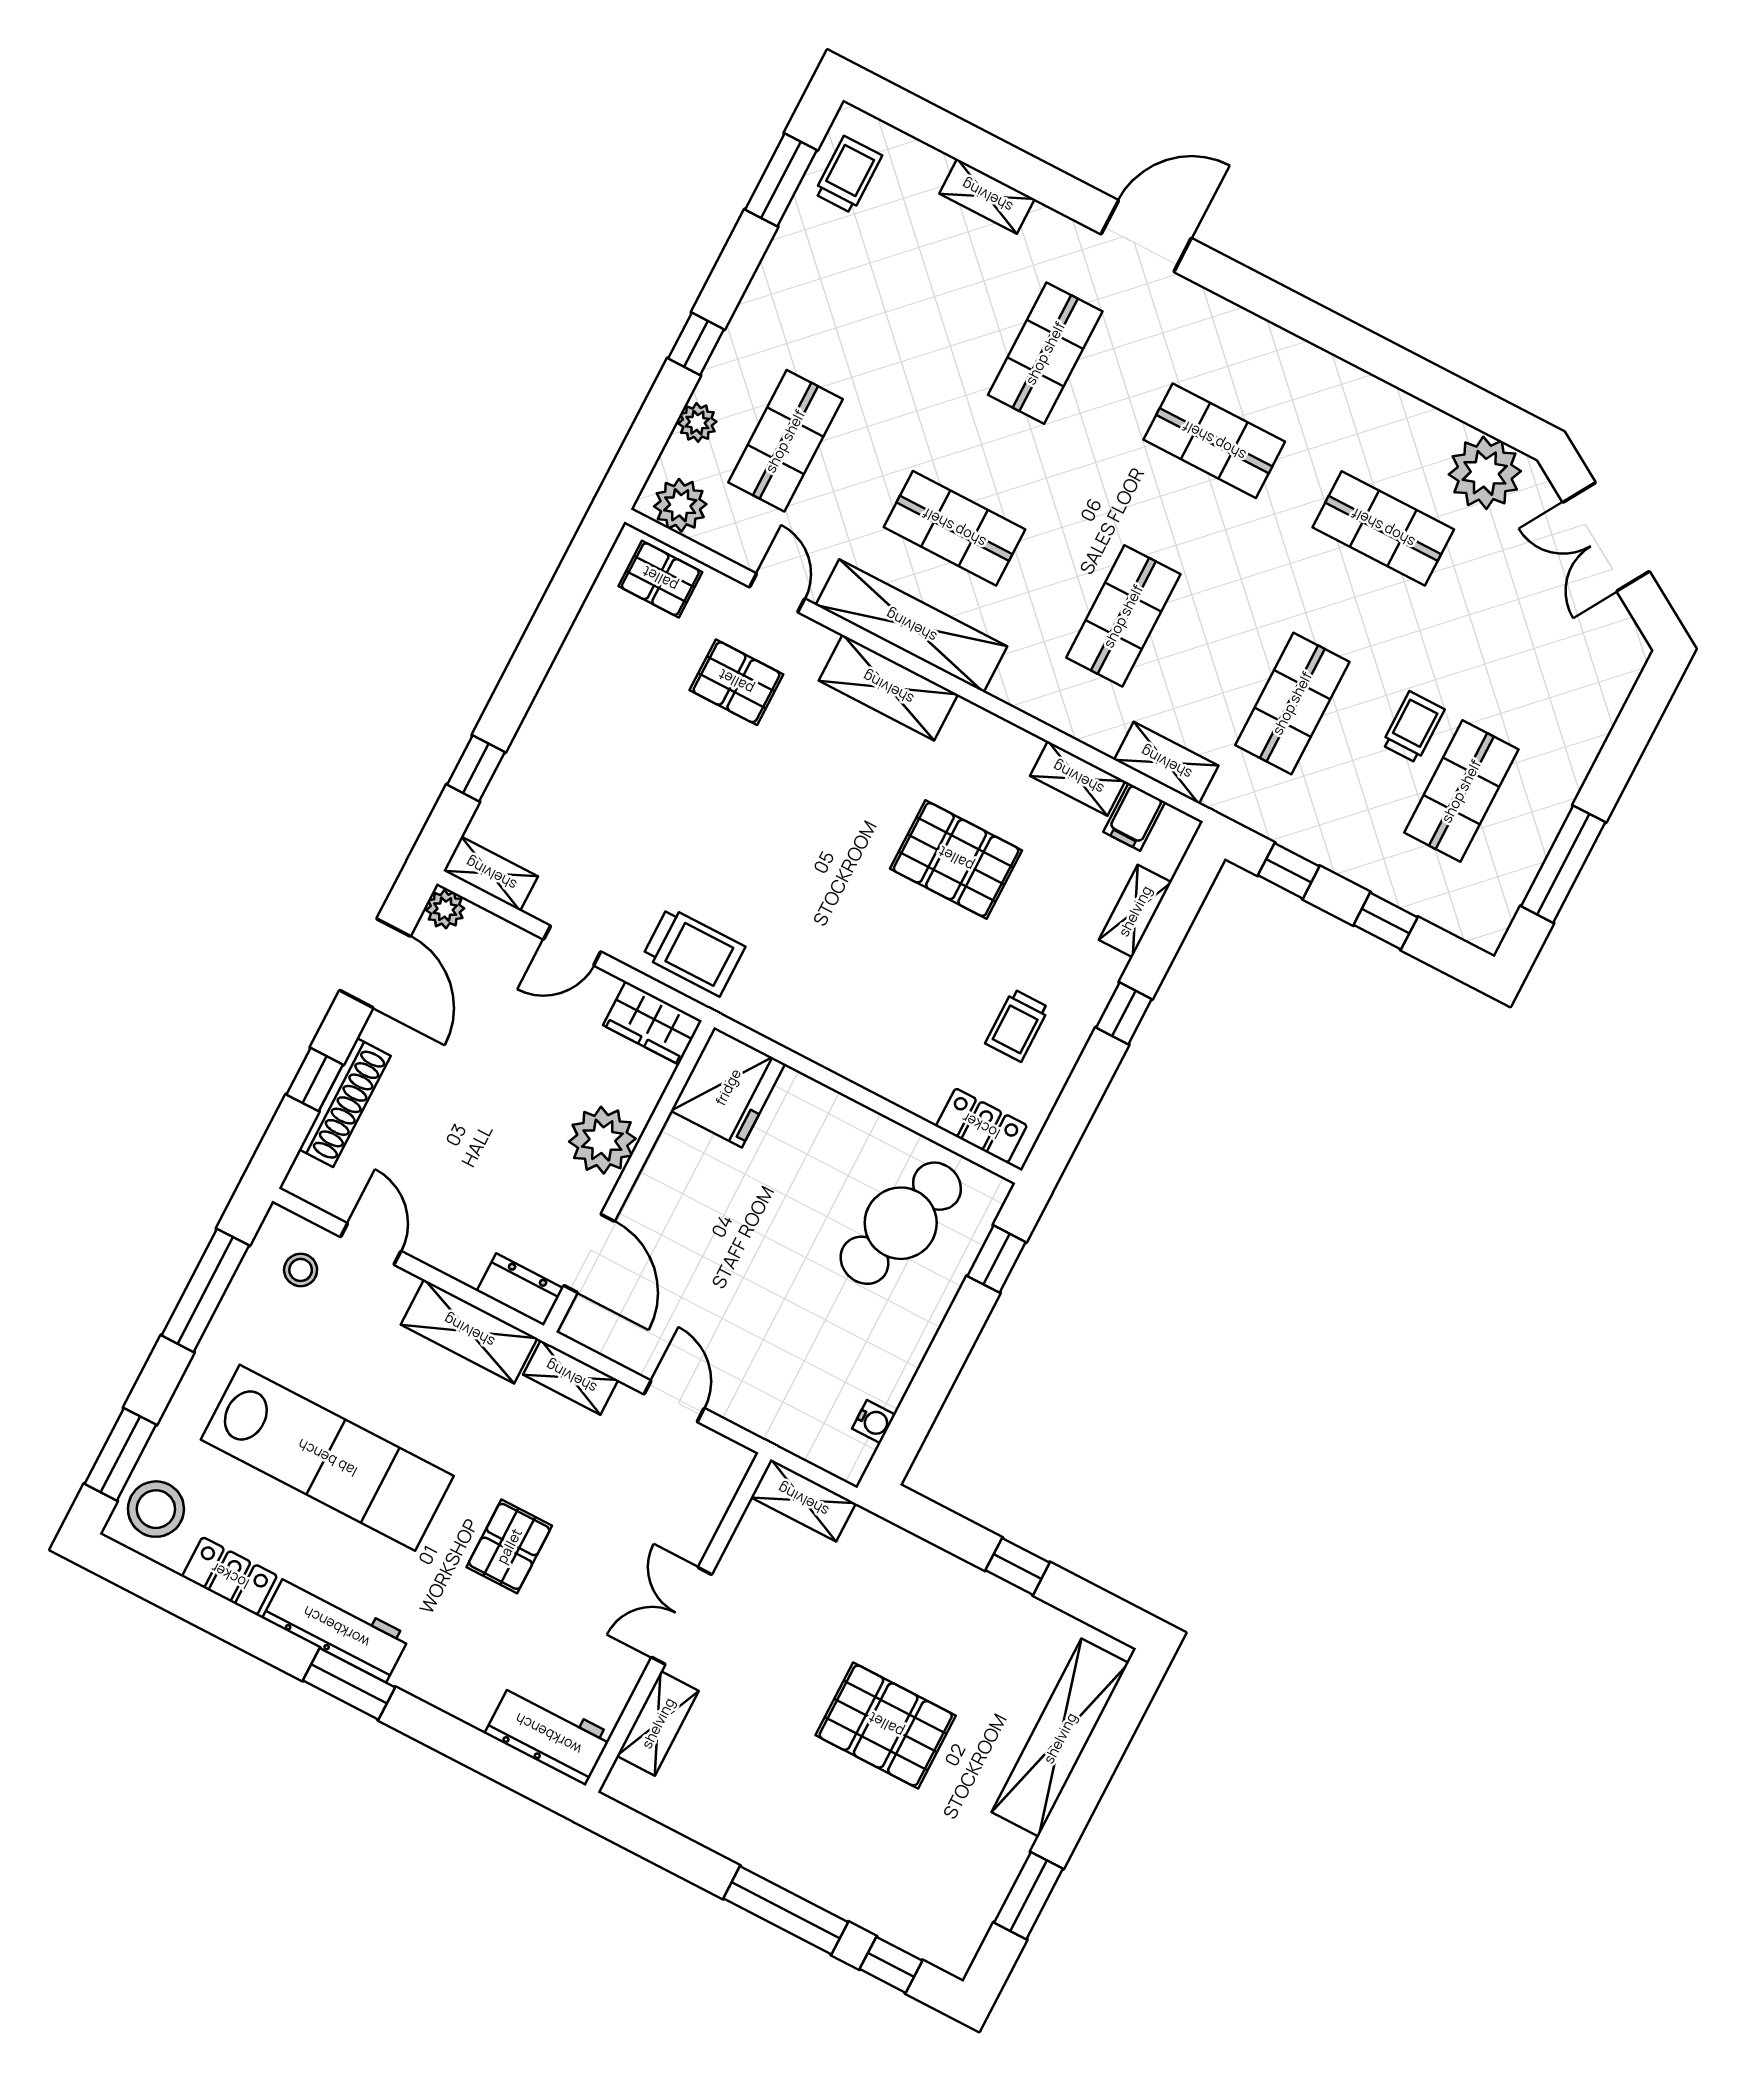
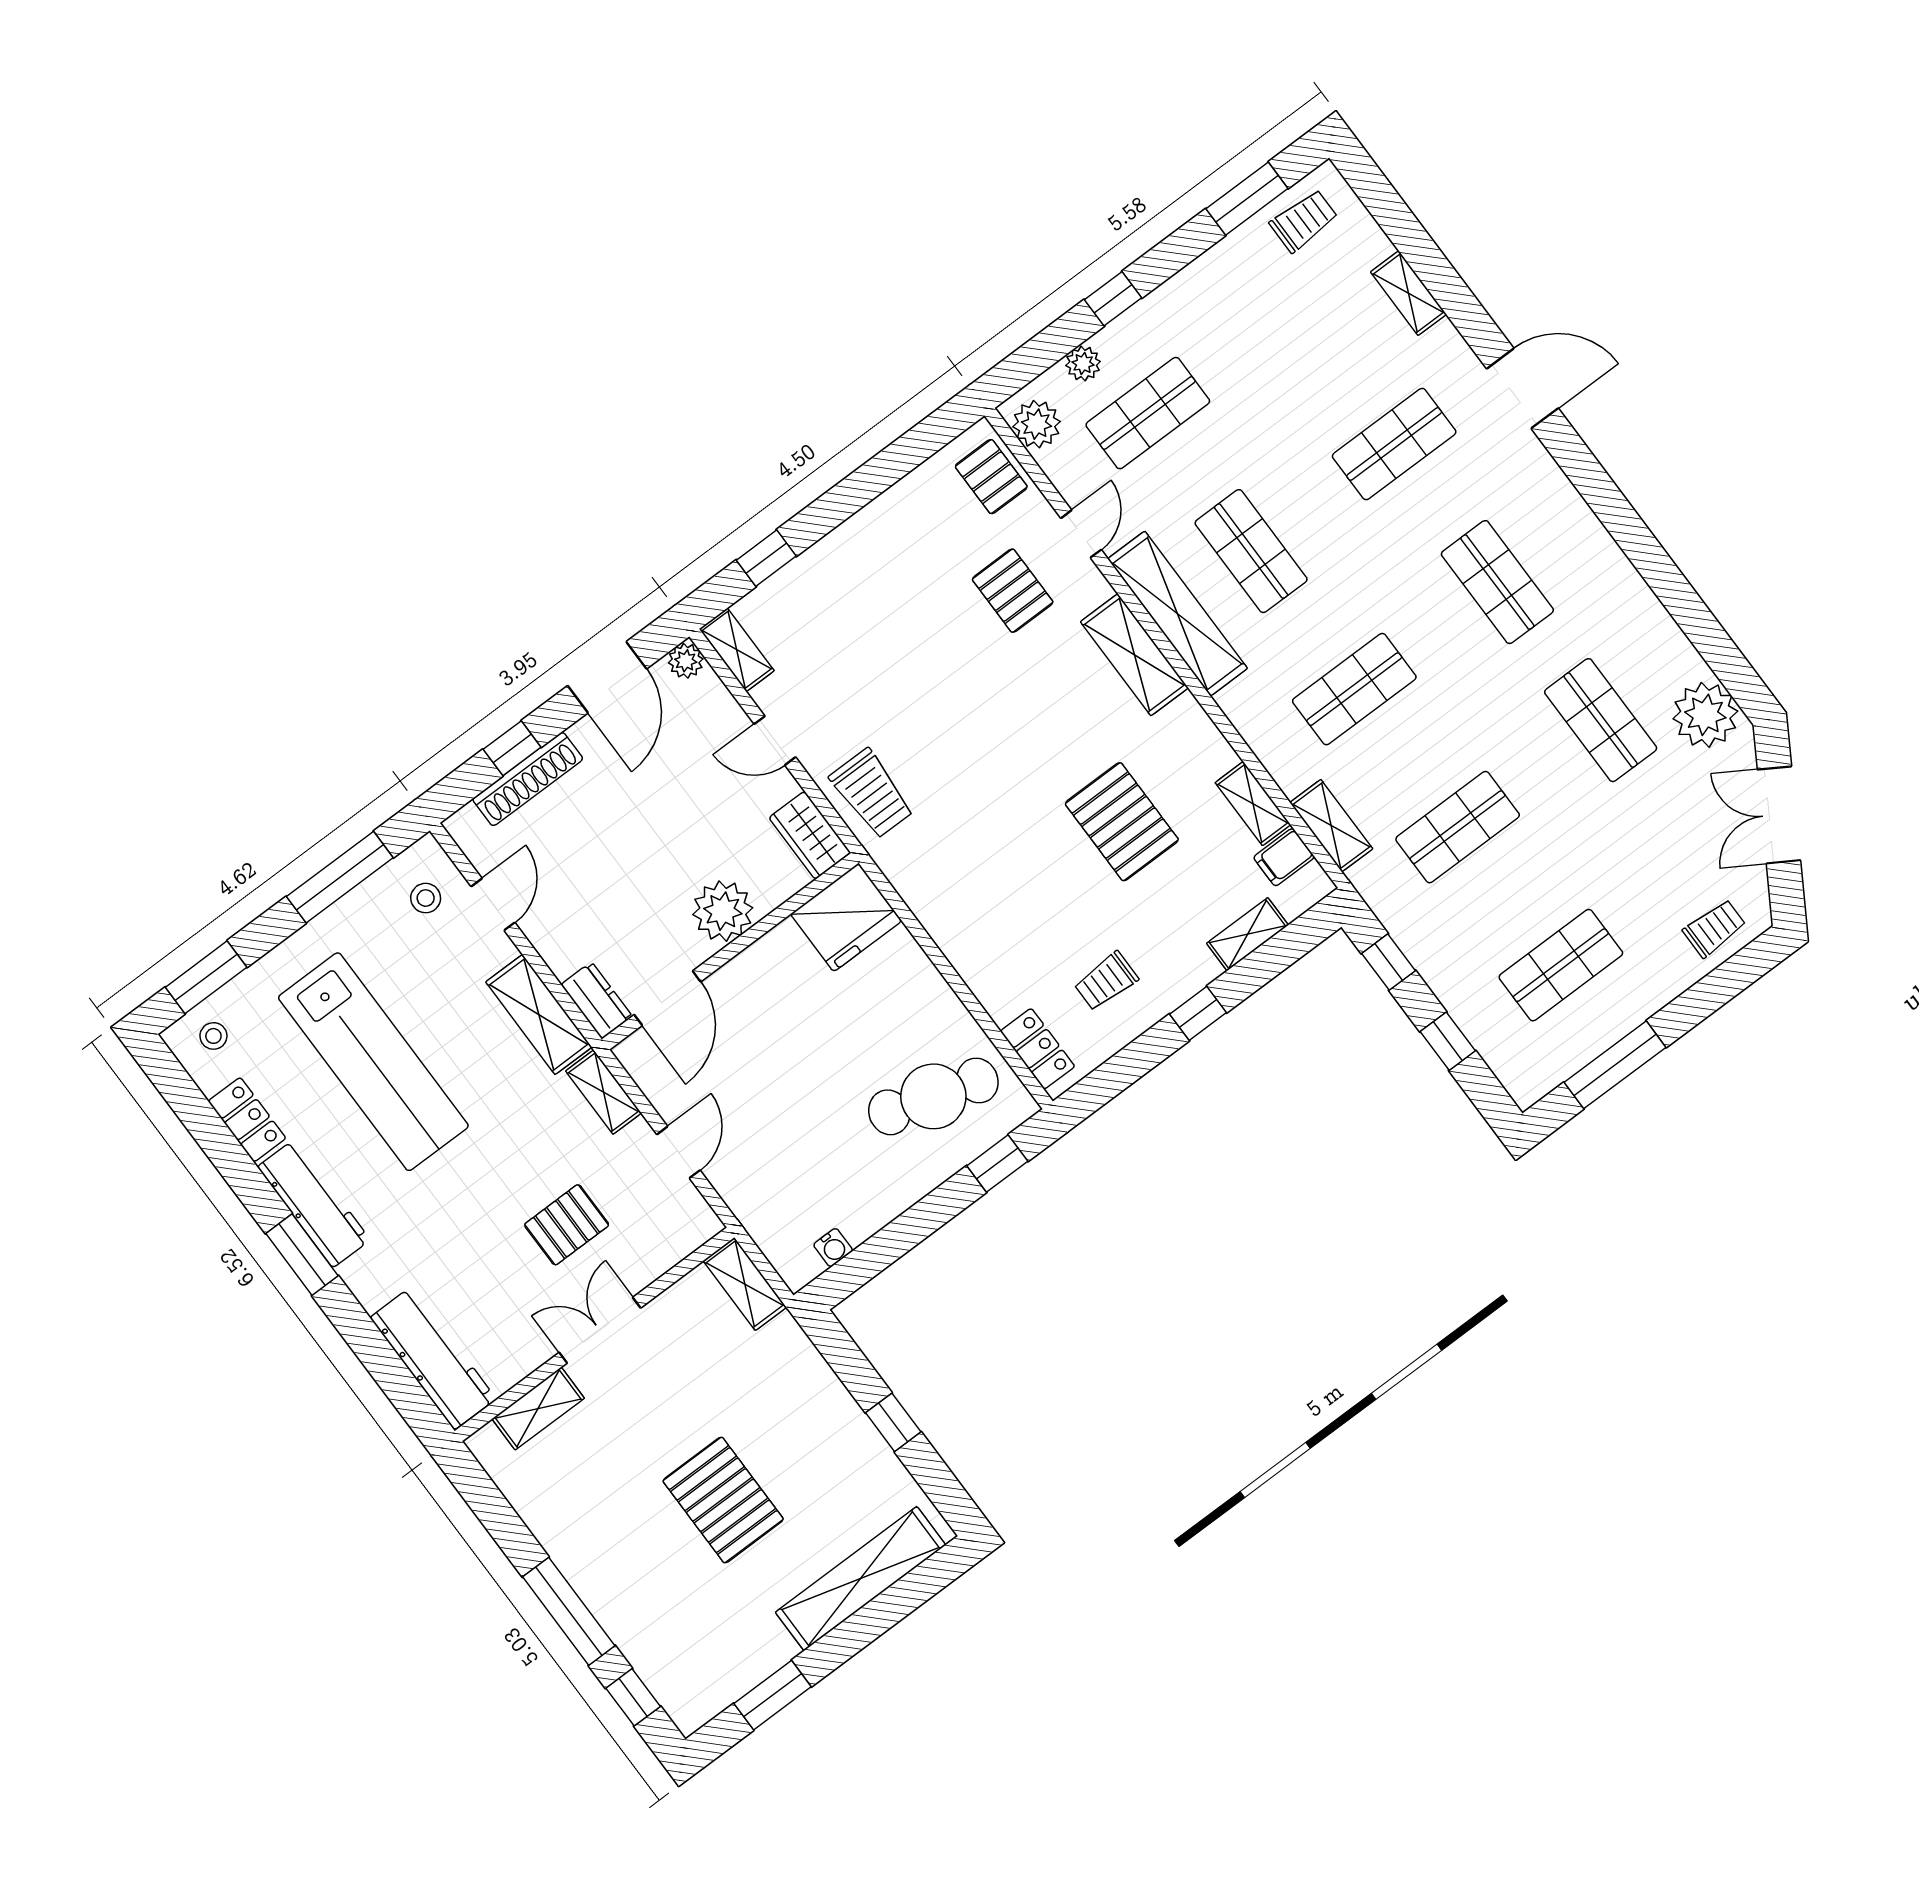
trolley: (1413, 727) -> (1714, 928), moved
stool: (156, 1509) -> (213, 1036), width x0.53, depth x0.53
pallet: (509, 1546) -> (567, 1225), moved
workbench: (548, 1734) -> (433, 1358), width x1.38

